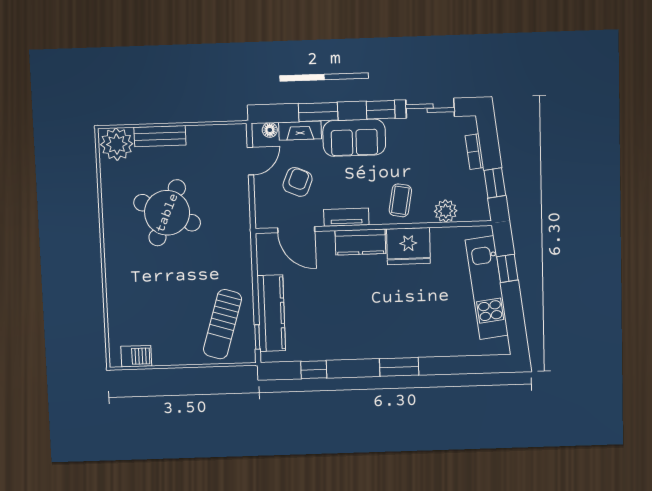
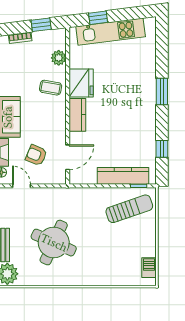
tv unit: (346, 217) -> (61, 124), removed
sun lounger: (222, 324) -> (129, 209), turned -36

